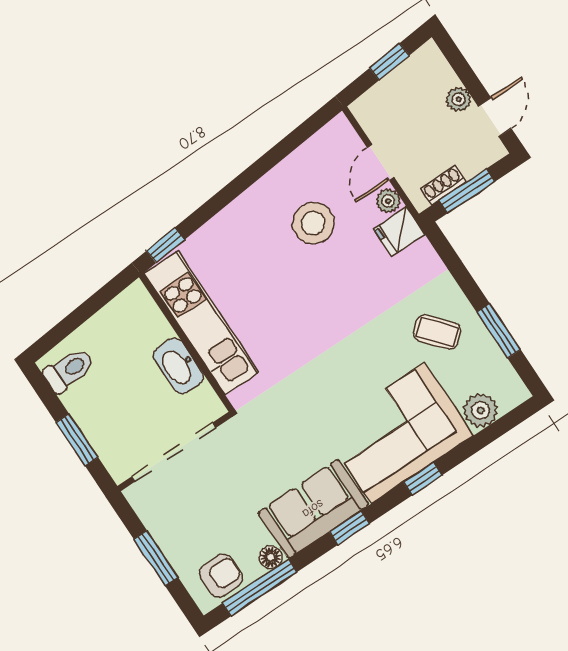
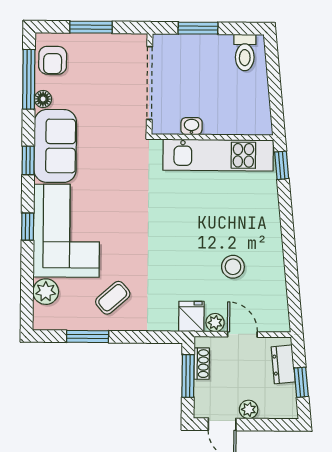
dresser: (383, 95) -> (283, 364), added
stool: (313, 223) -> (233, 267), width x0.73, depth x0.73
washbasin: (178, 366) -> (191, 126), width x0.52, depth x0.69

